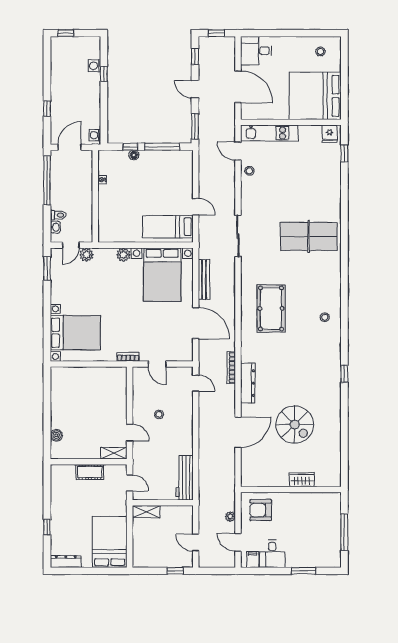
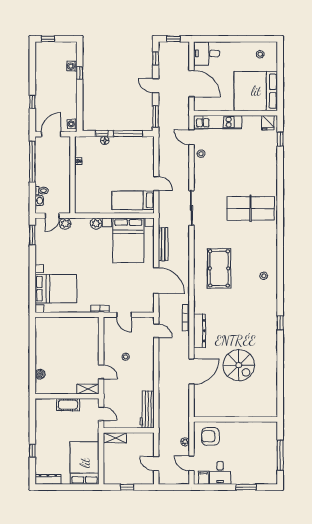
wardrobe: (302, 480) -> (245, 411), removed
window: (175, 571) -> (127, 487), moved

